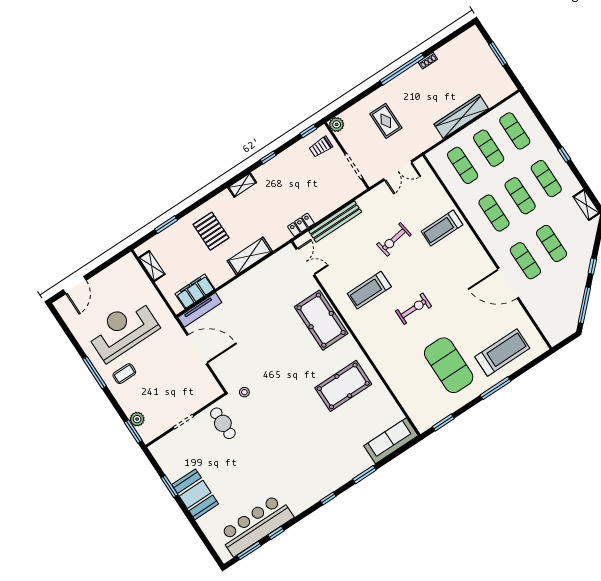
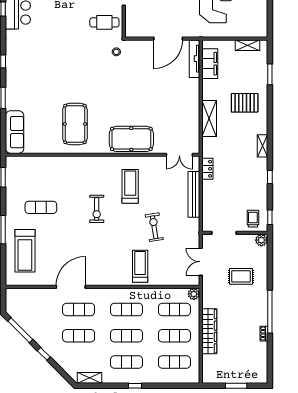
plant: (434, 156) -> (194, 294), added
exercise mat: (449, 365) -> (41, 207), width x0.50, depth x0.69

